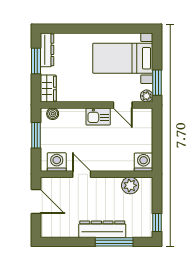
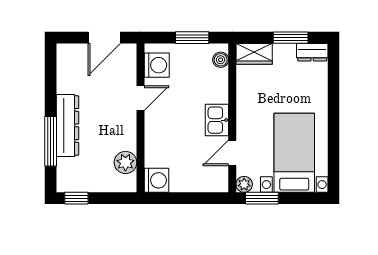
dresser: (47, 50) -> (312, 52), width x0.70

